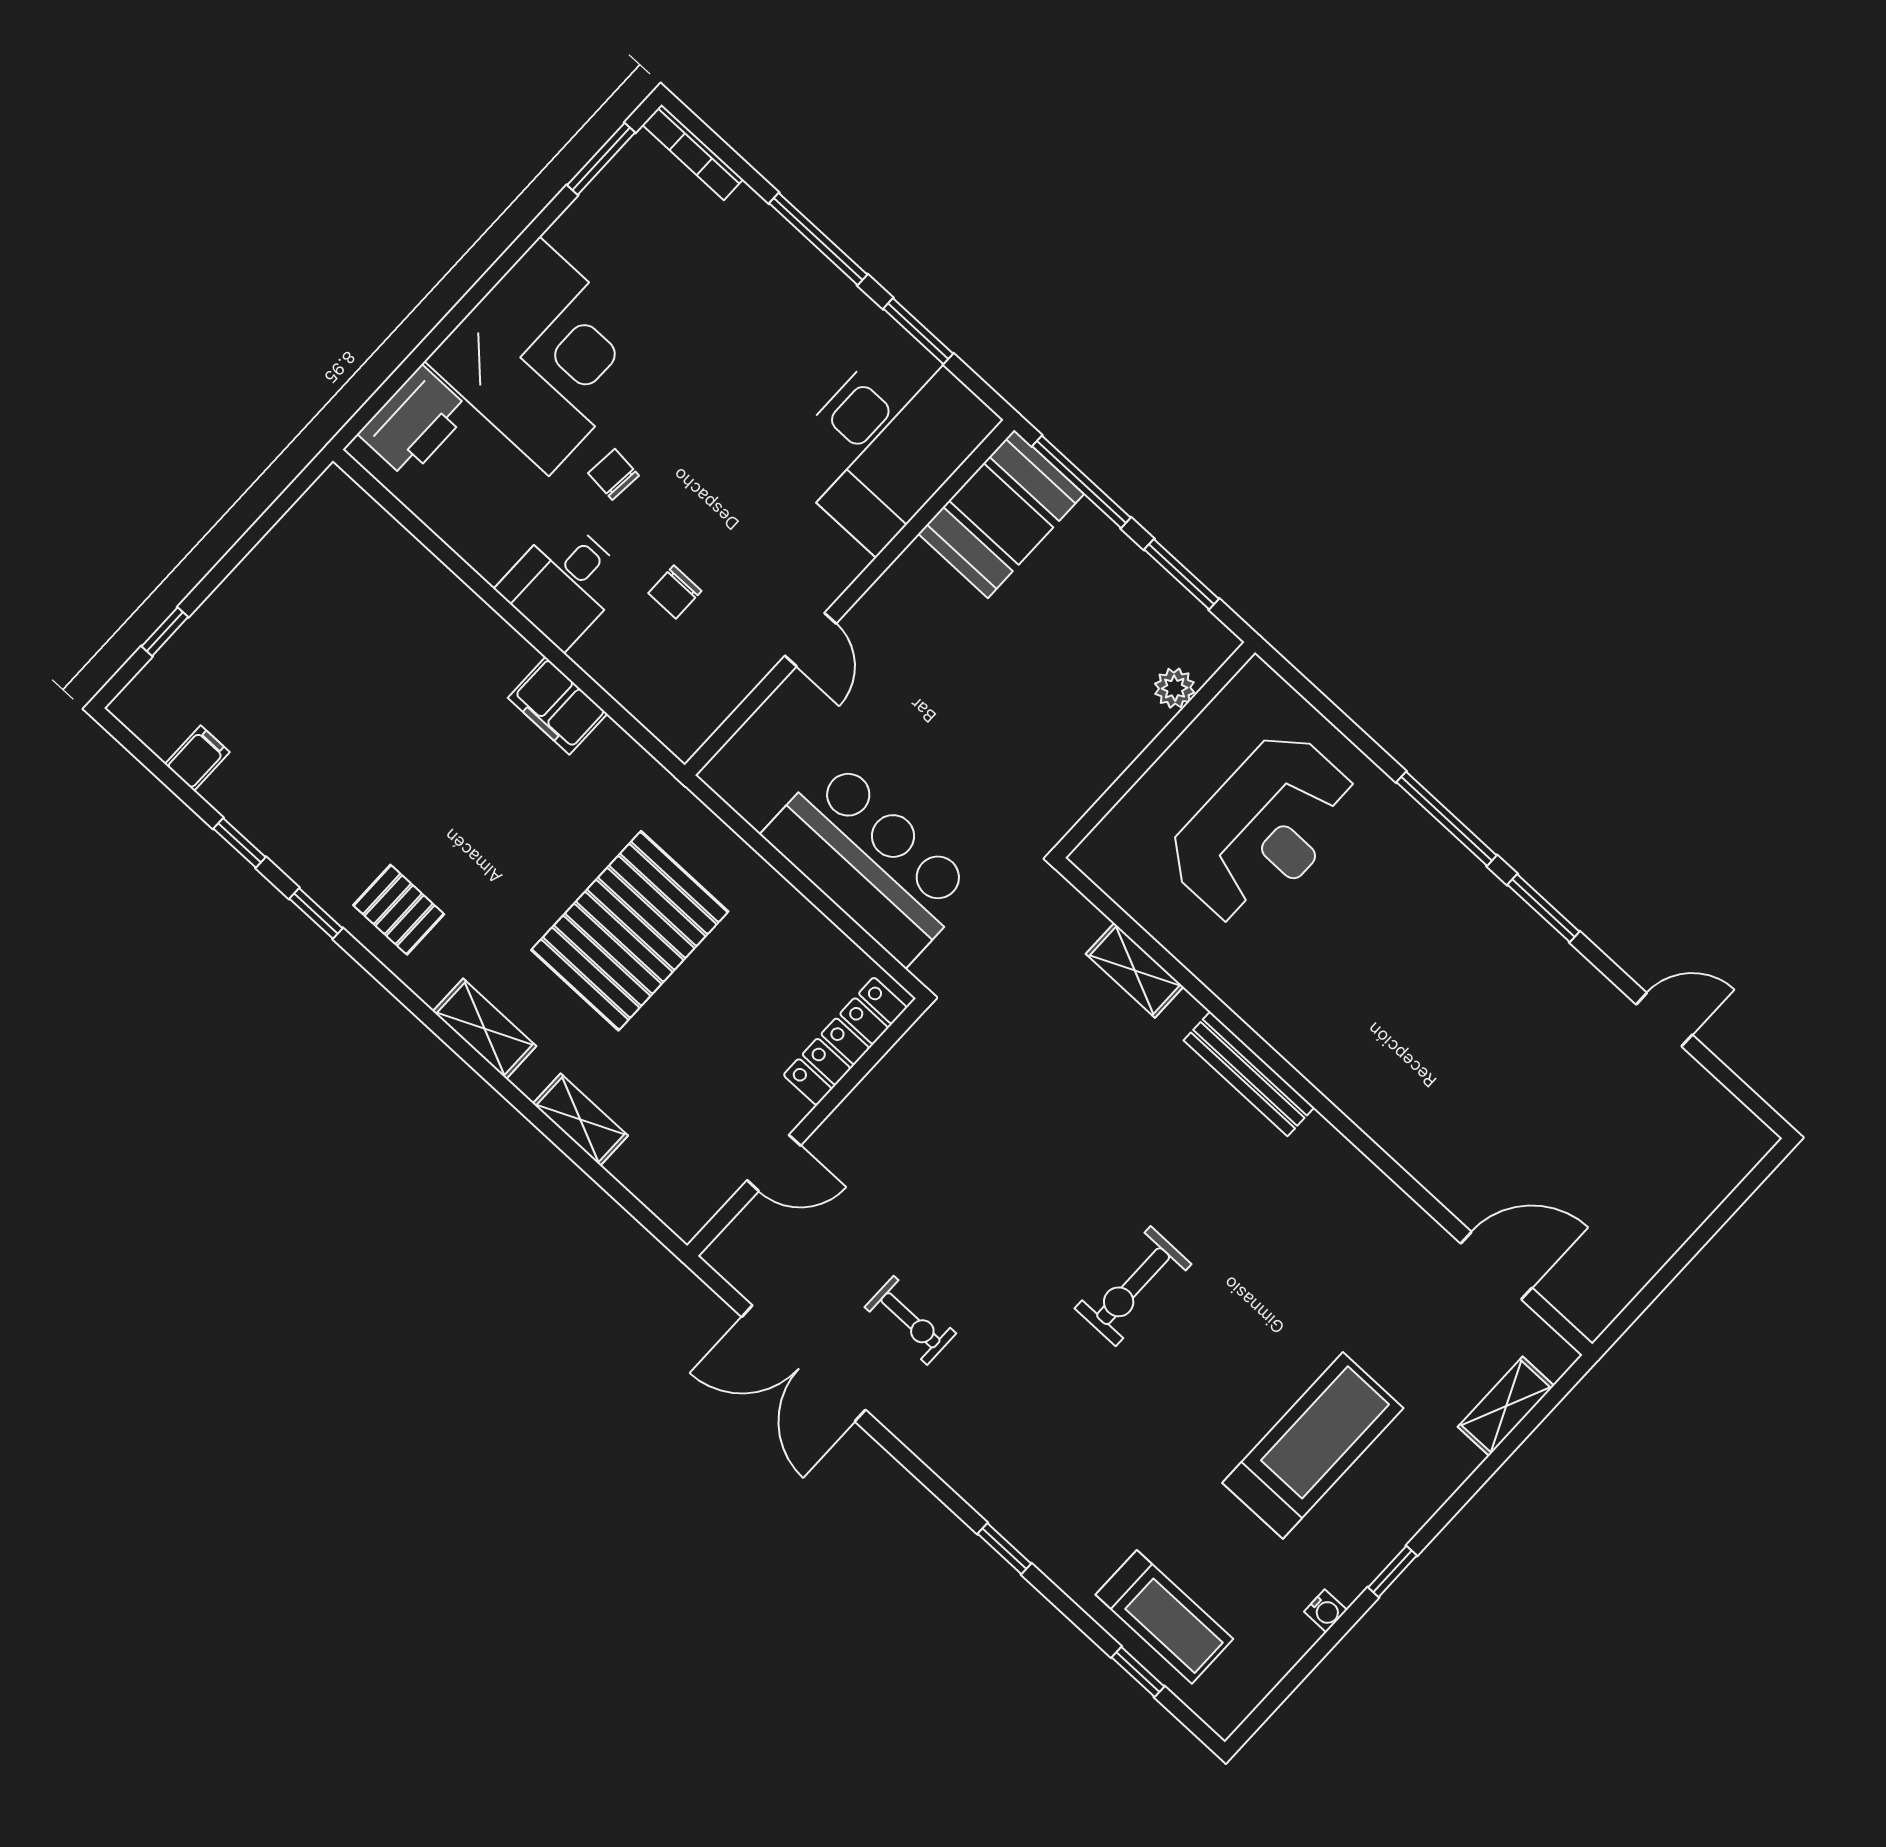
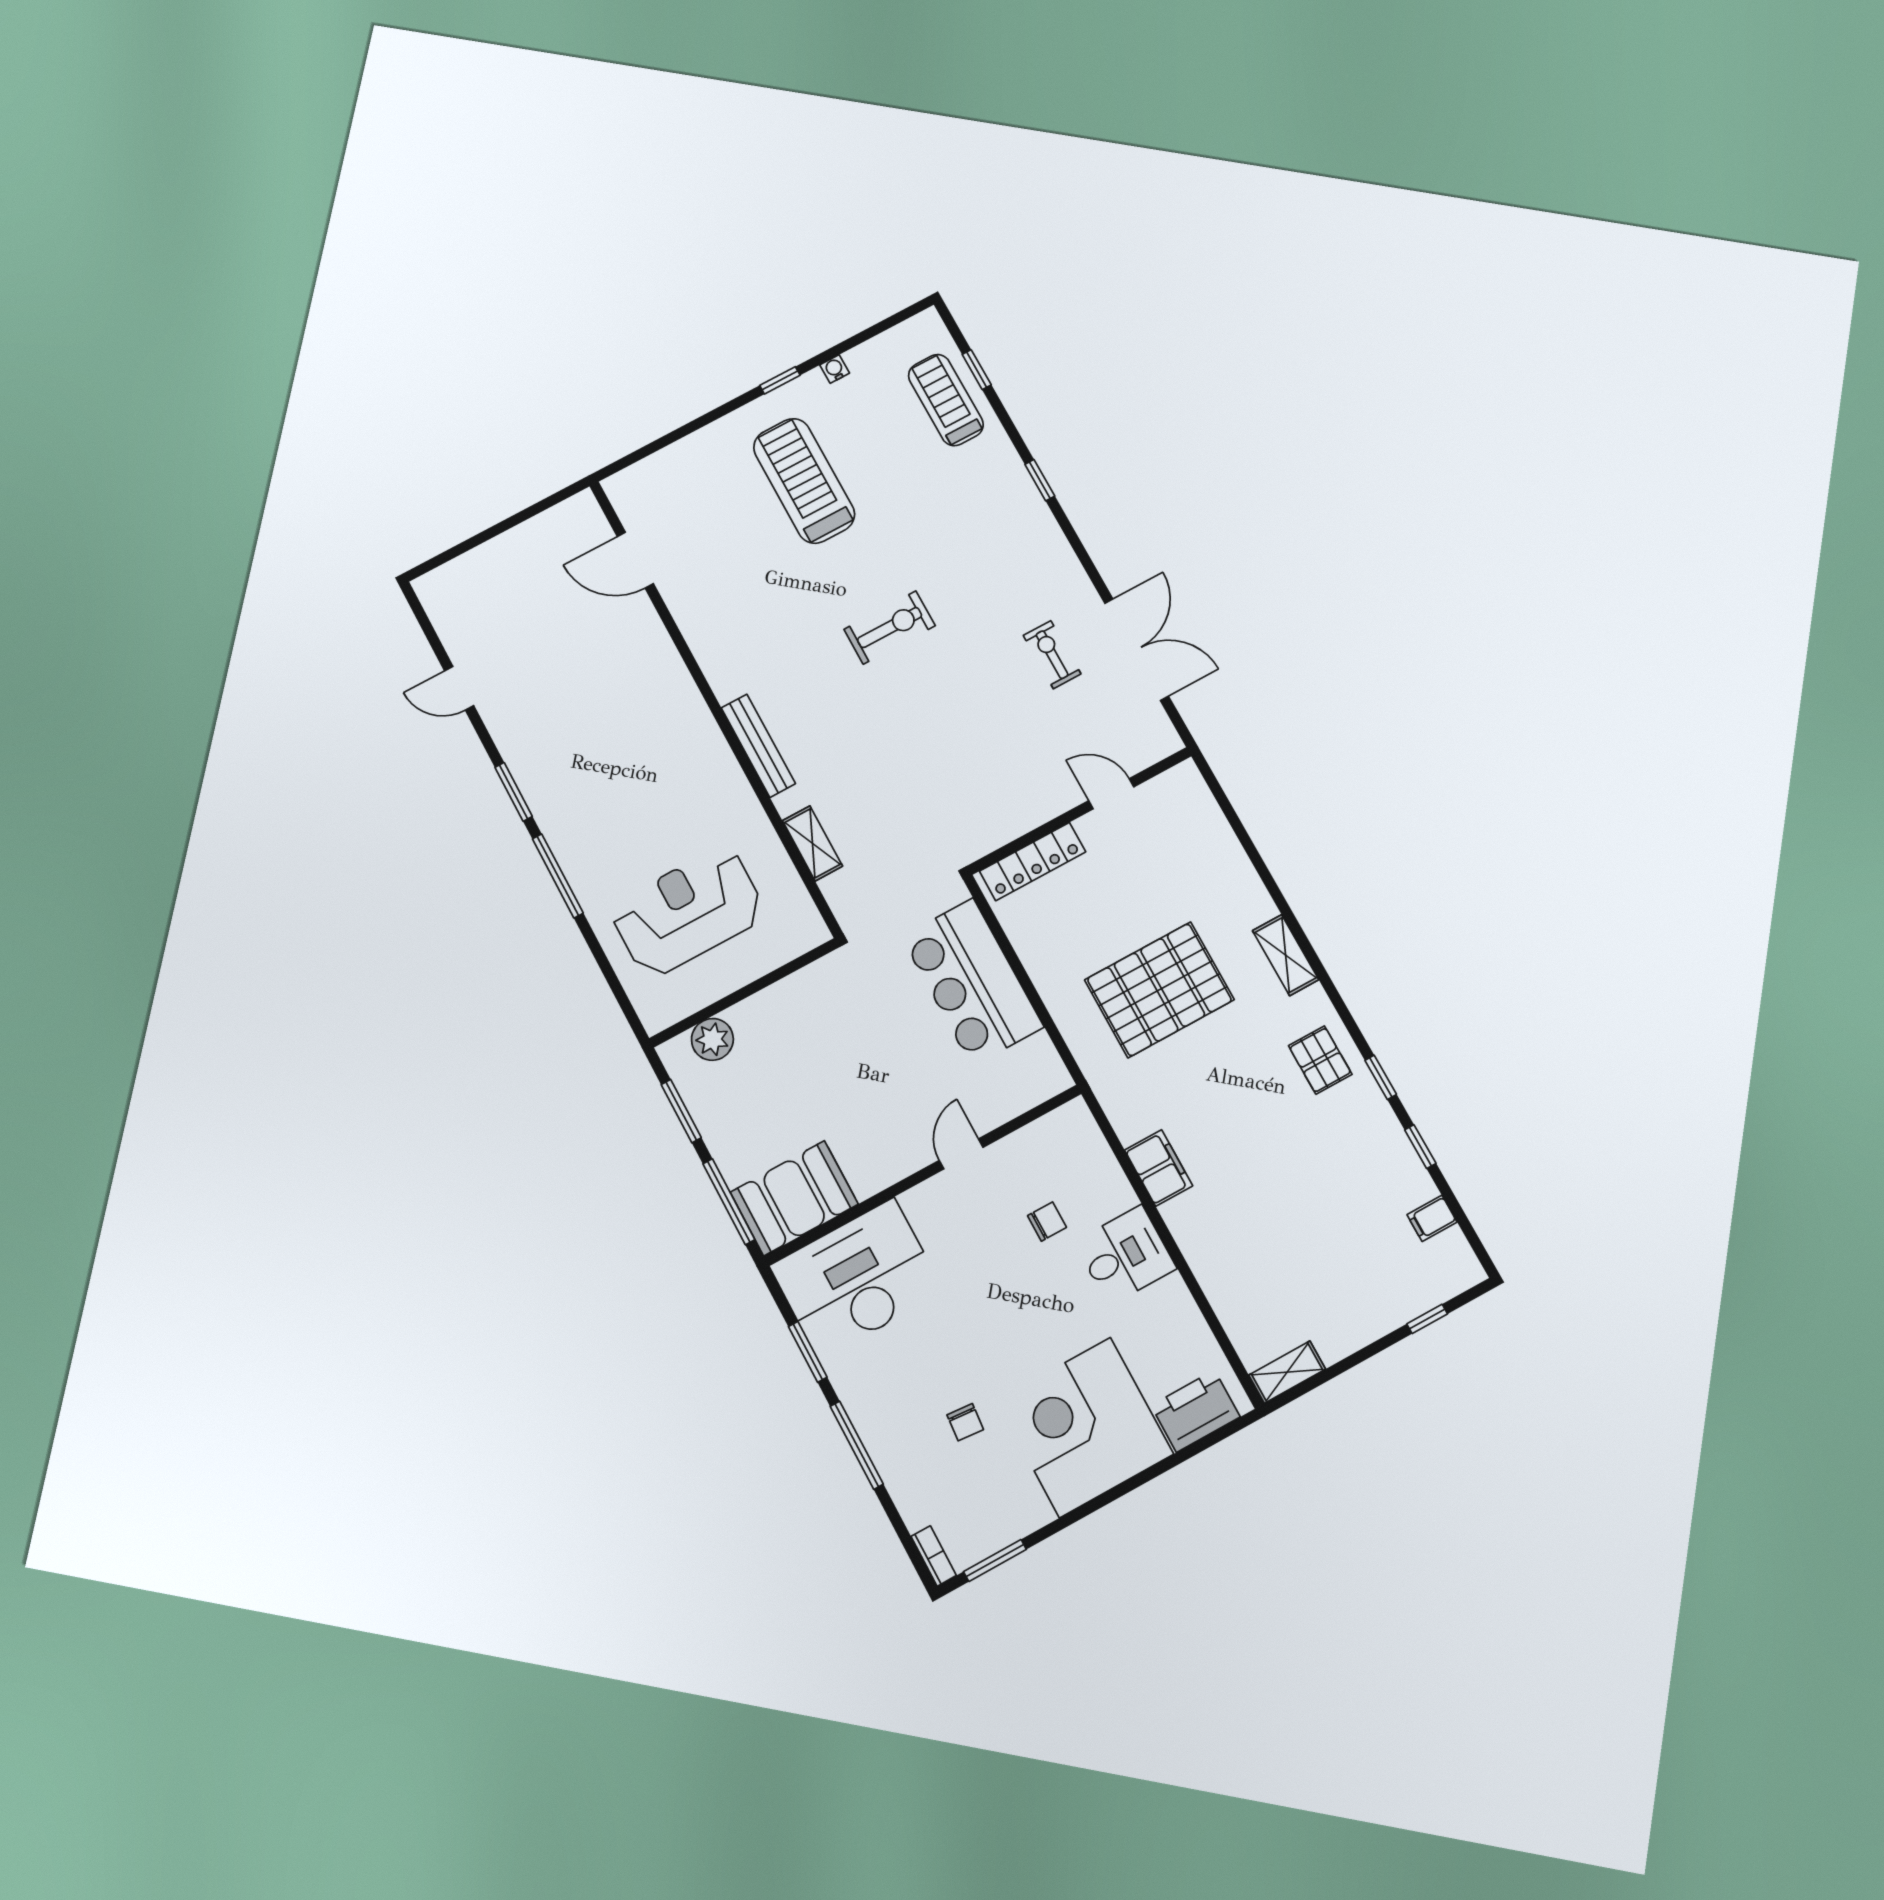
bookcase: (693, 152) -> (934, 1556), width x0.64
chair: (614, 474) -> (965, 1422), moved
plant: (1175, 688) -> (712, 1039), width x1.38, depth x1.38
shelving: (580, 1120) -> (1287, 1372), moved, turned 90
shelving: (1506, 1406) -> (663, 464), removed
treadmill: (1313, 1445) -> (804, 481), turned 90

